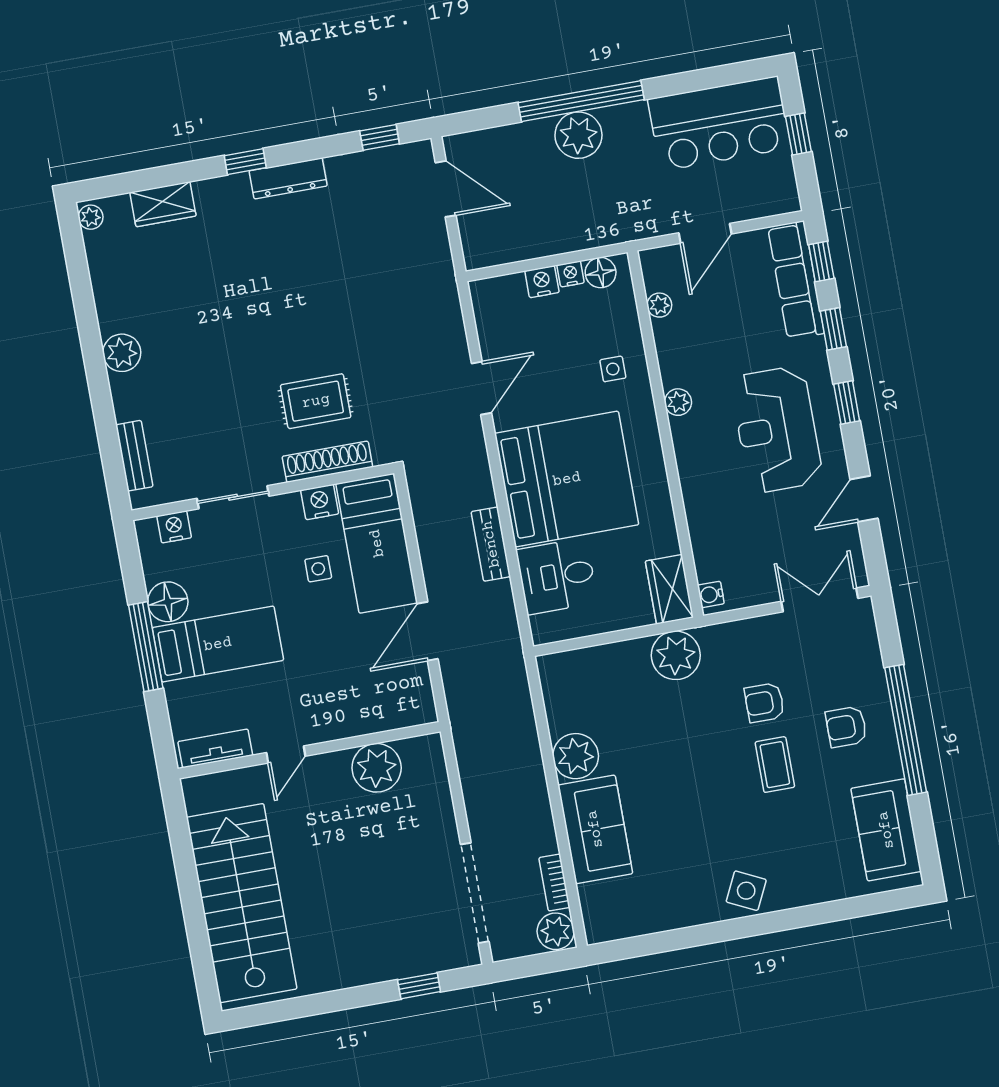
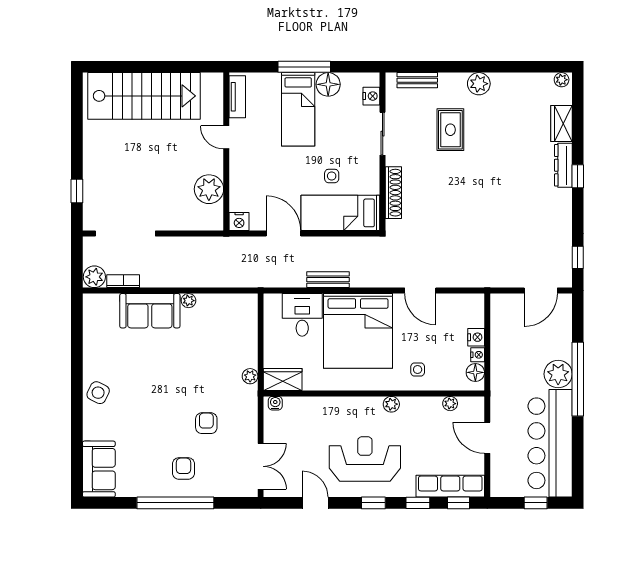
bar counter: (719, 124) -> (550, 443), width x1.36
dresser: (288, 178) -> (563, 165), moved
rug: (316, 401) -> (450, 130), moved
nightstand: (320, 502) -> (239, 221), moved, turned 90
plant: (676, 655) -> (250, 376), width x0.53, depth x0.53
plant: (576, 756) -> (189, 301), width x0.53, depth x0.53
coffee table: (775, 765) -> (169, 423), removed
sofa: (886, 830) -> (99, 469), moved, turned 90

